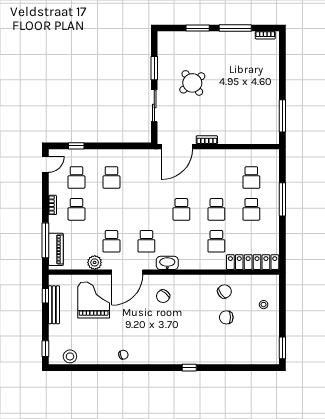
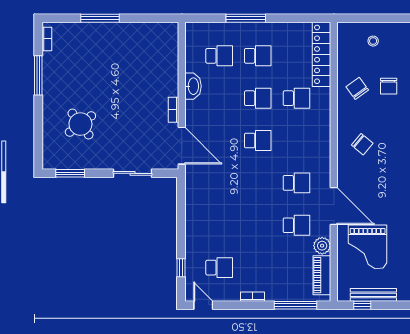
window: (198, 28) -> (38, 121), removed
window: (154, 68) -> (70, 173), moved
round table: (192, 83) -> (80, 124), moved
window: (282, 116) -> (100, 18), moved
school desk: (111, 177) -> (219, 225), removed
school desk: (76, 209) -> (258, 268), removed
piano: (56, 249) -> (322, 275), moved, turned -90
washbasin: (167, 263) -> (193, 86), moved, turned 180
chair: (163, 296) -> (362, 144), moved
grand piano: (94, 300) -> (368, 247), turned -90

